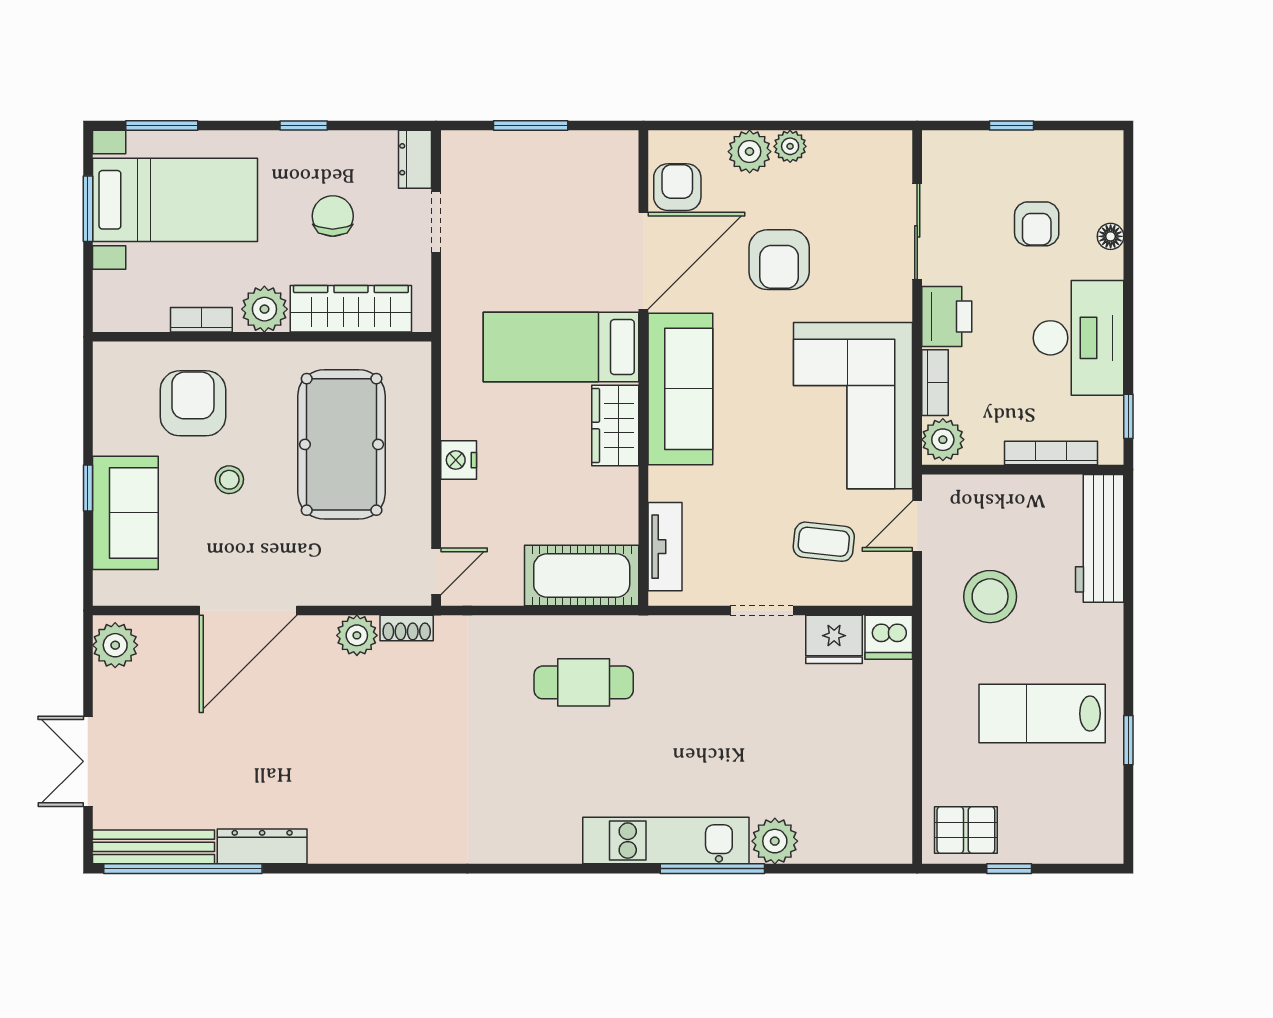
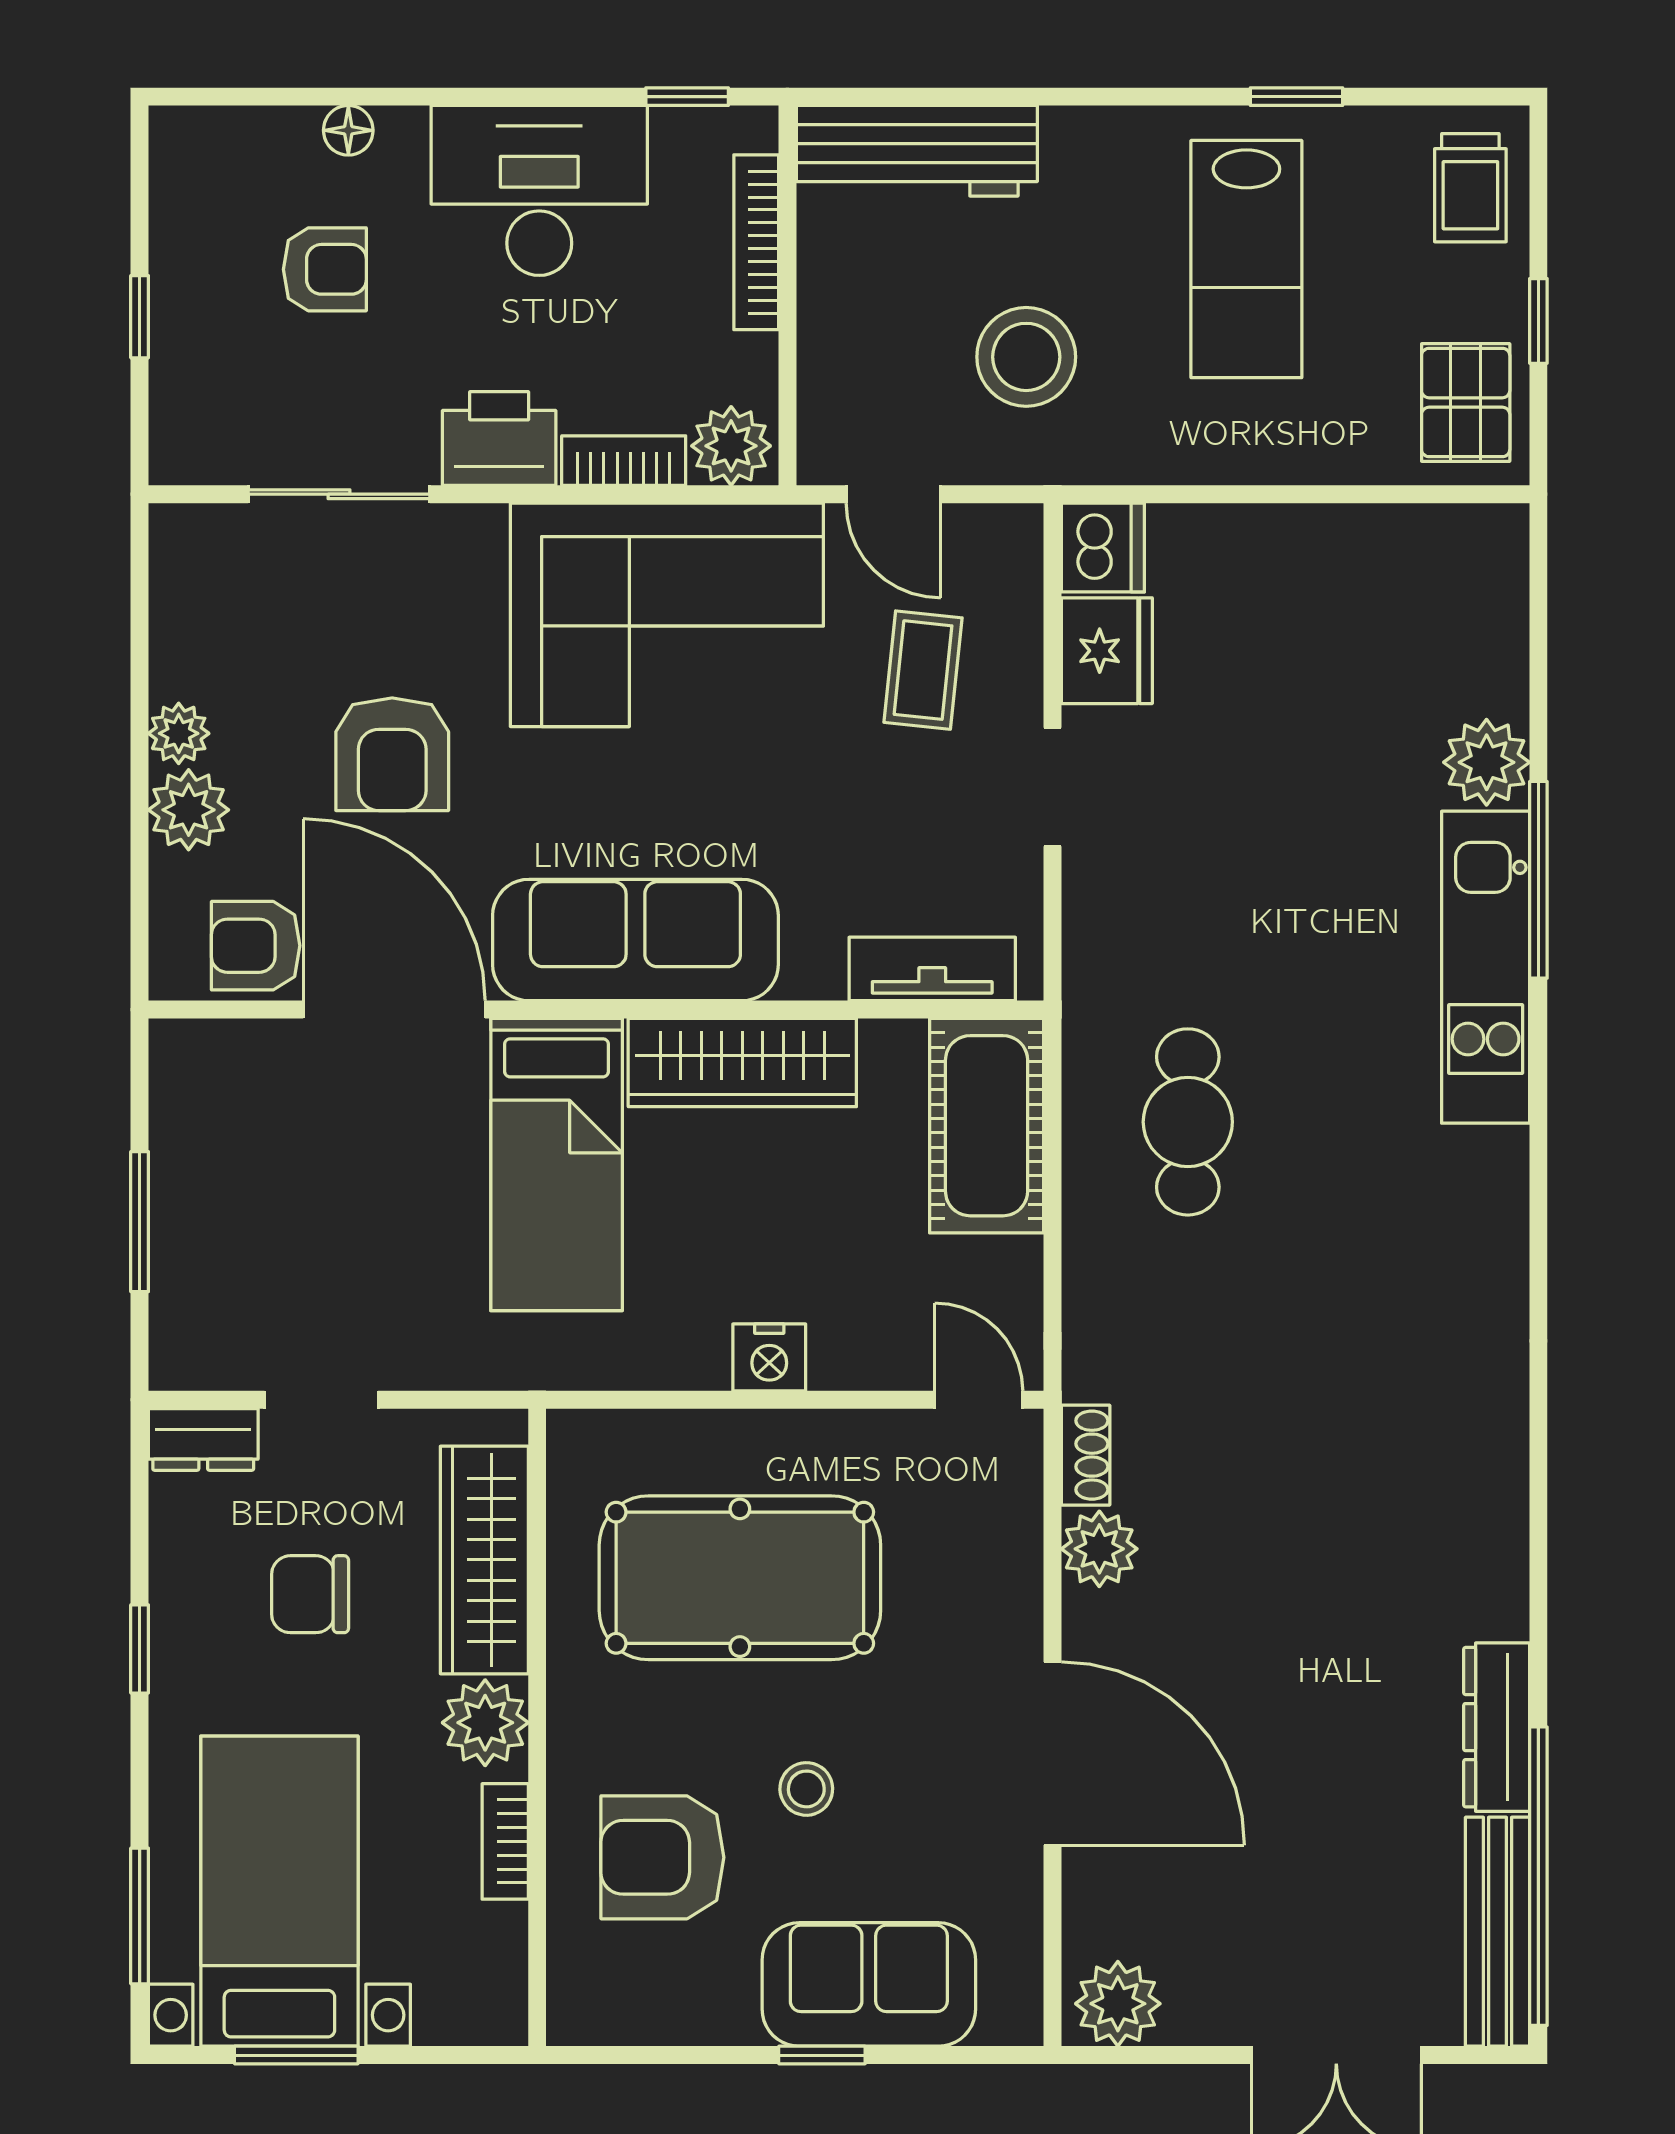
armchair: (779, 260) -> (392, 754), turned 90
wardrobe: (615, 425) -> (742, 1063), width x1.50
trolley: (1080, 833) -> (1470, 188), added

